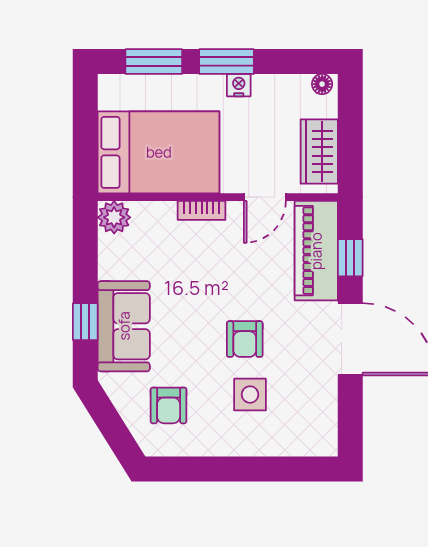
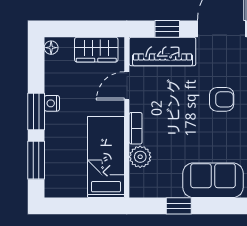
bed: (159, 152) -> (106, 157), width x0.67
door: (265, 197) -> (127, 86), swing flipped
plant: (114, 217) -> (140, 157), moved
window: (85, 322) -> (179, 206), moved

